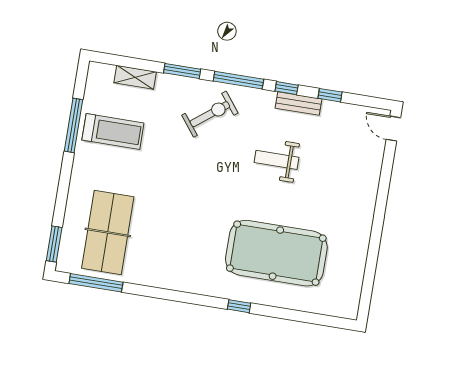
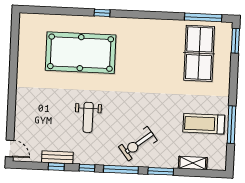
bench: (298, 103) -> (57, 157), moved
weight bench: (277, 160) -> (88, 117), turned 90

